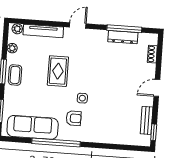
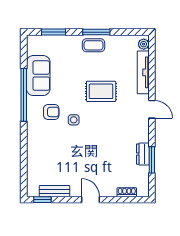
window: (124, 29) -> (152, 160), width x0.69
dresser: (123, 37) -> (143, 154), width x0.70
plant: (12, 48) -> (122, 40), removed
armchair: (74, 118) -> (51, 112), turned -90
sofa: (33, 127) -> (38, 76), width x0.73

